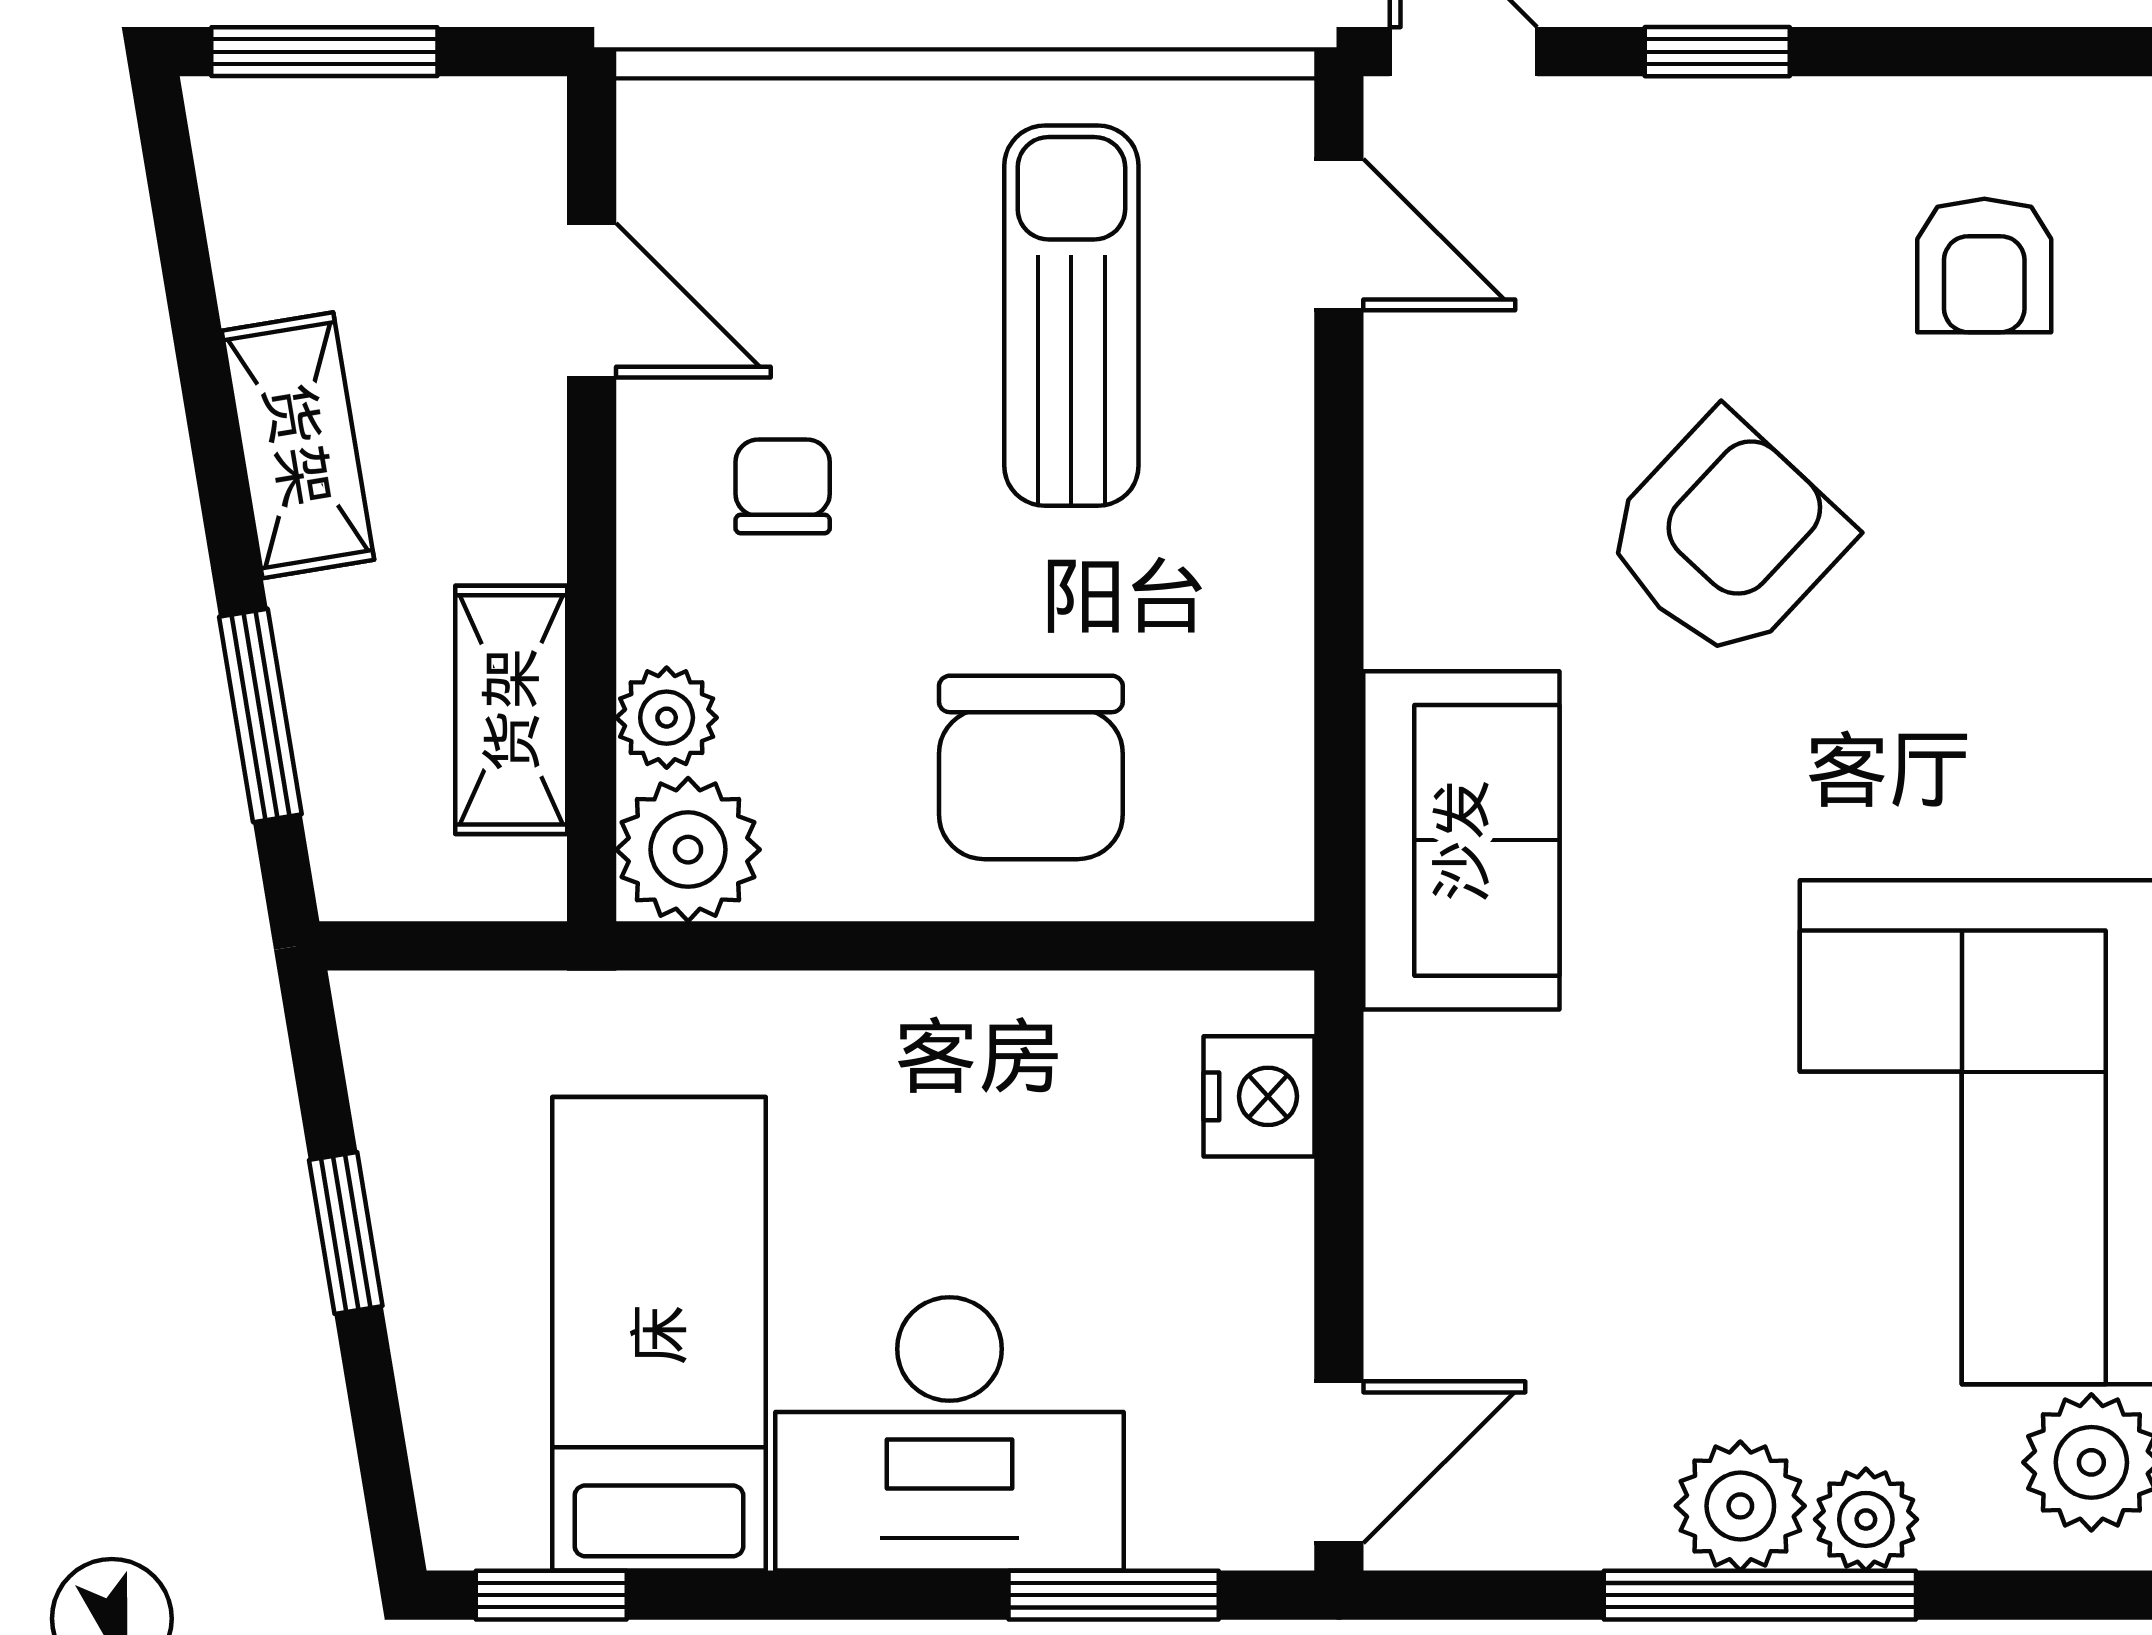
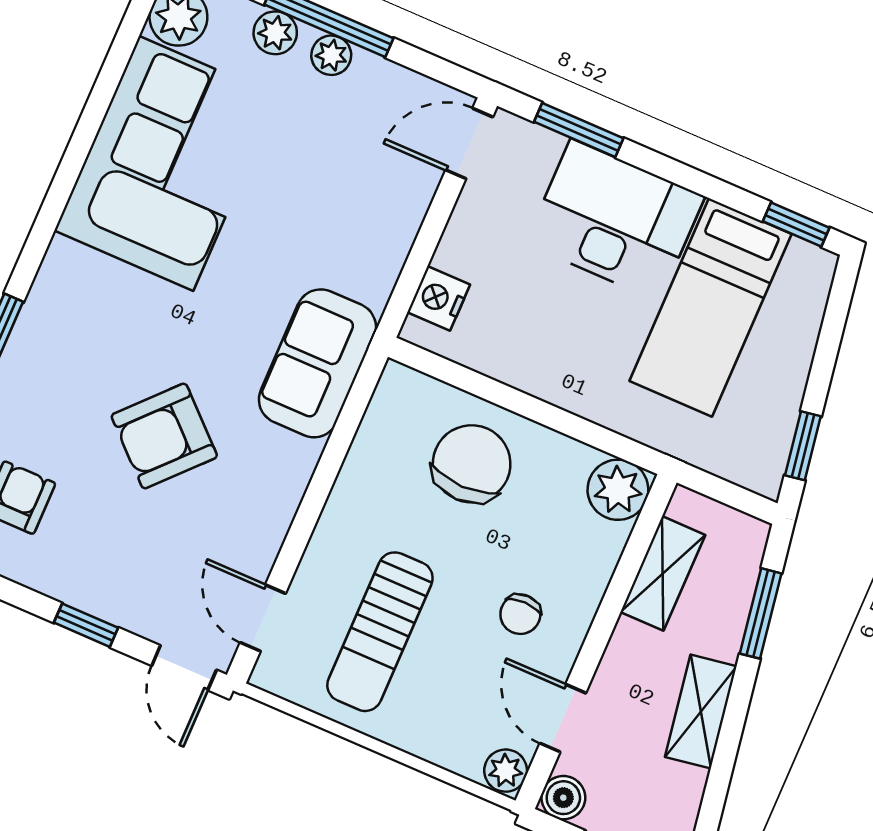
boiler: (515, 128) -> (563, 798), added
plant: (667, 718) -> (506, 771), moved
window: (346, 1233) -> (803, 446), moved
plant: (1740, 1506) -> (331, 55), width x0.73, depth x0.73

